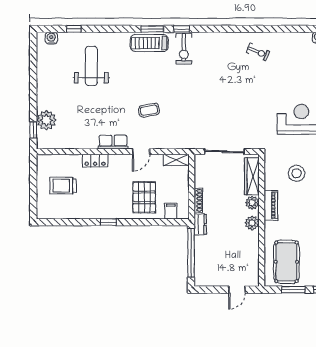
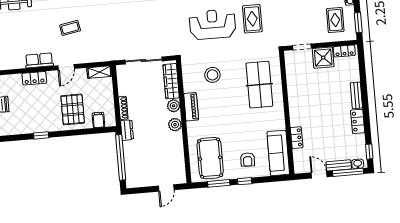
locker: (95, 161) -> (34, 78), moved

